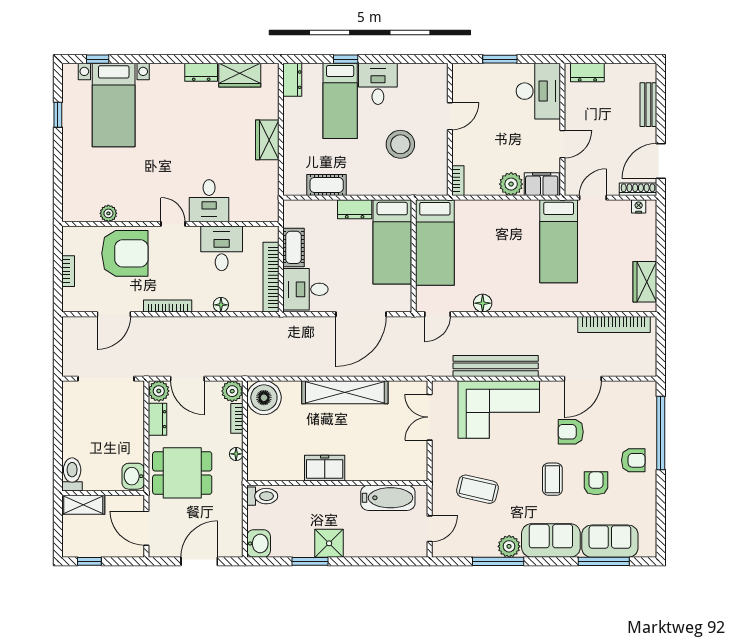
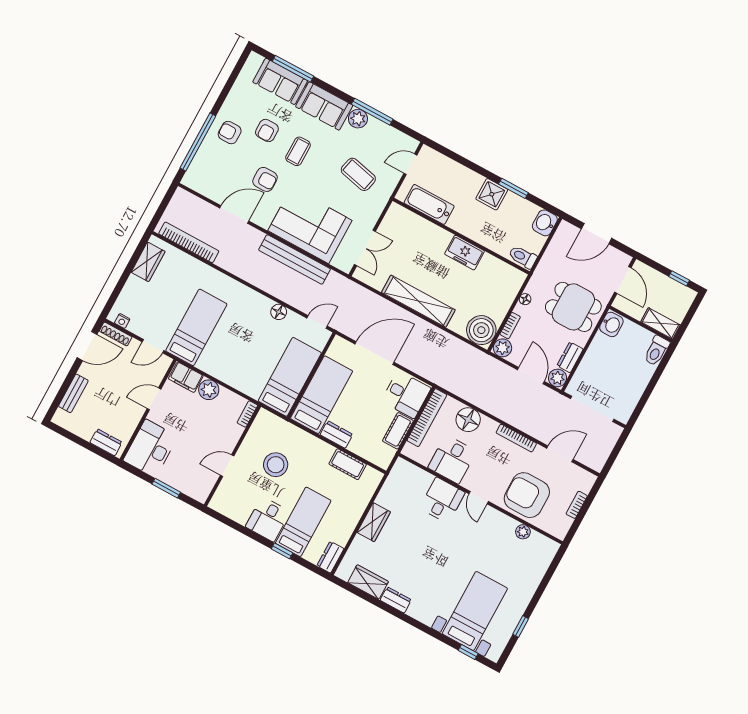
floor lamp: (221, 305) -> (468, 420), width x1.89, depth x1.89

